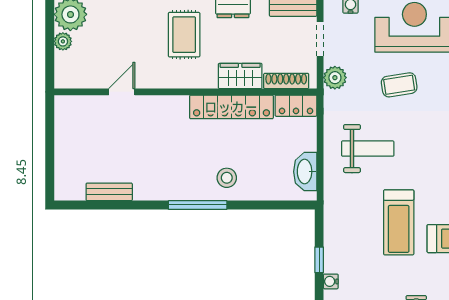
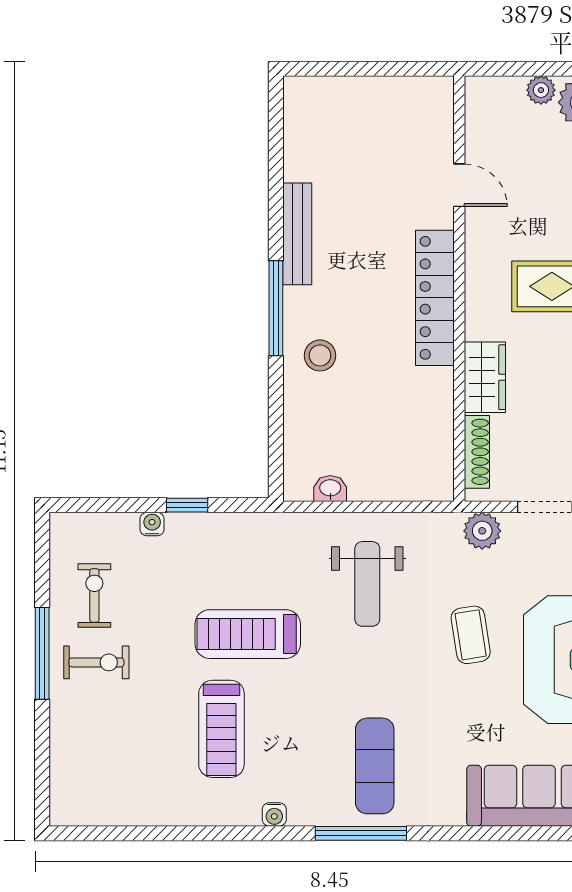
locker: (296, 106) -> (437, 468), removed
locker: (231, 107) -> (435, 298), moved
washbasin: (305, 172) -> (330, 489), width x0.52, depth x0.69
bench: (109, 192) -> (297, 234), moved, width x1.36

